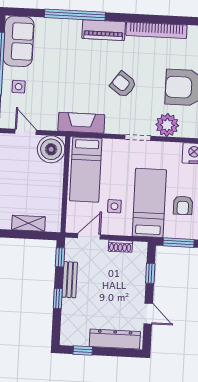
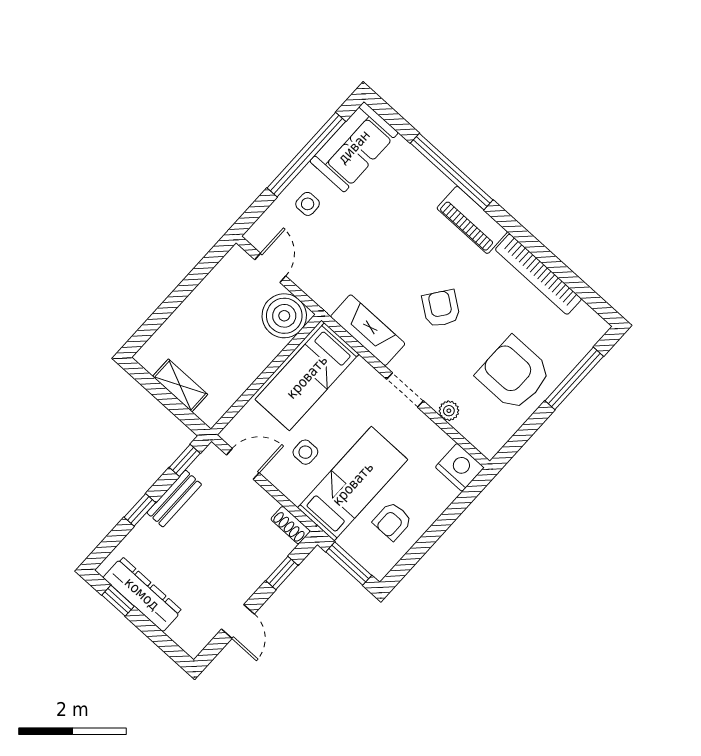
fireplace: (81, 123) -> (368, 330), moved
plant: (167, 125) -> (449, 411), width x0.53, depth x0.53
shoe rack: (120, 246) -> (291, 525), moved
dresser: (115, 339) -> (142, 594), moved

